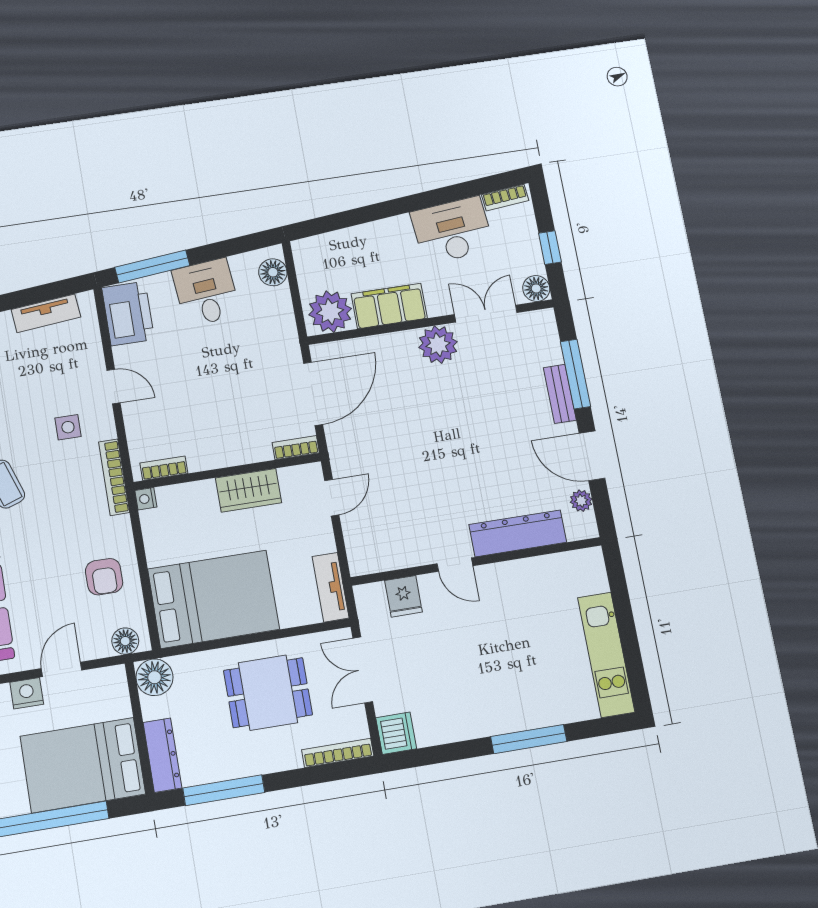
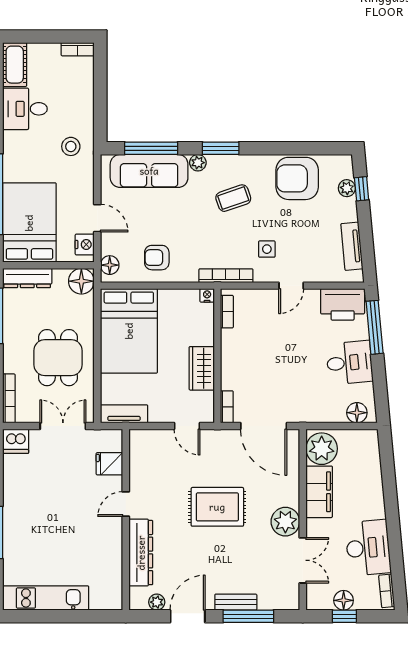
floor lamp: (536, 288) -> (344, 600), moved
rug: (435, 439) -> (217, 507), added
nightstand: (27, 693) -> (85, 244), moved

